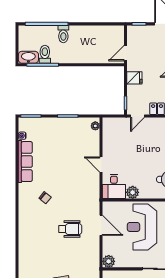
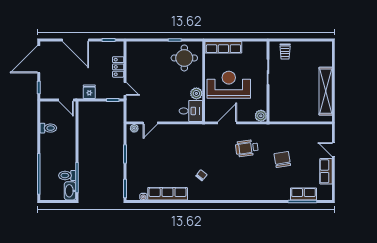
toilet: (63, 34) -> (48, 128), moved
door: (101, 165) -> (150, 123), moved
reception desk: (142, 227) -> (229, 85), turned 180
wheelchair: (70, 229) -> (247, 148), moved, turned -98

